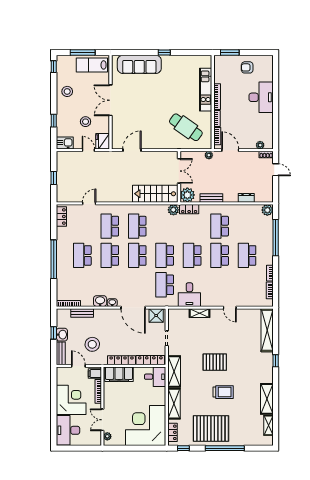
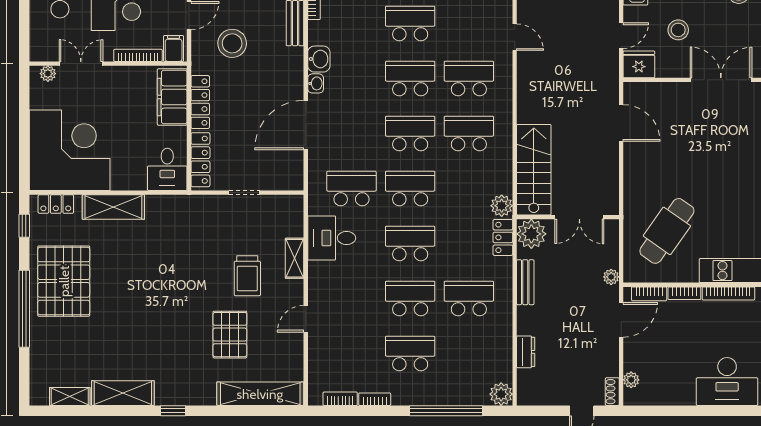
shower: (156, 315) -> (290, 171), removed
window: (276, 361) -> (173, 411), moved
pallet: (215, 362) -> (230, 335), moved
shelving: (174, 371) -> (178, 207), removed
trolley: (223, 392) -> (247, 276), moved

